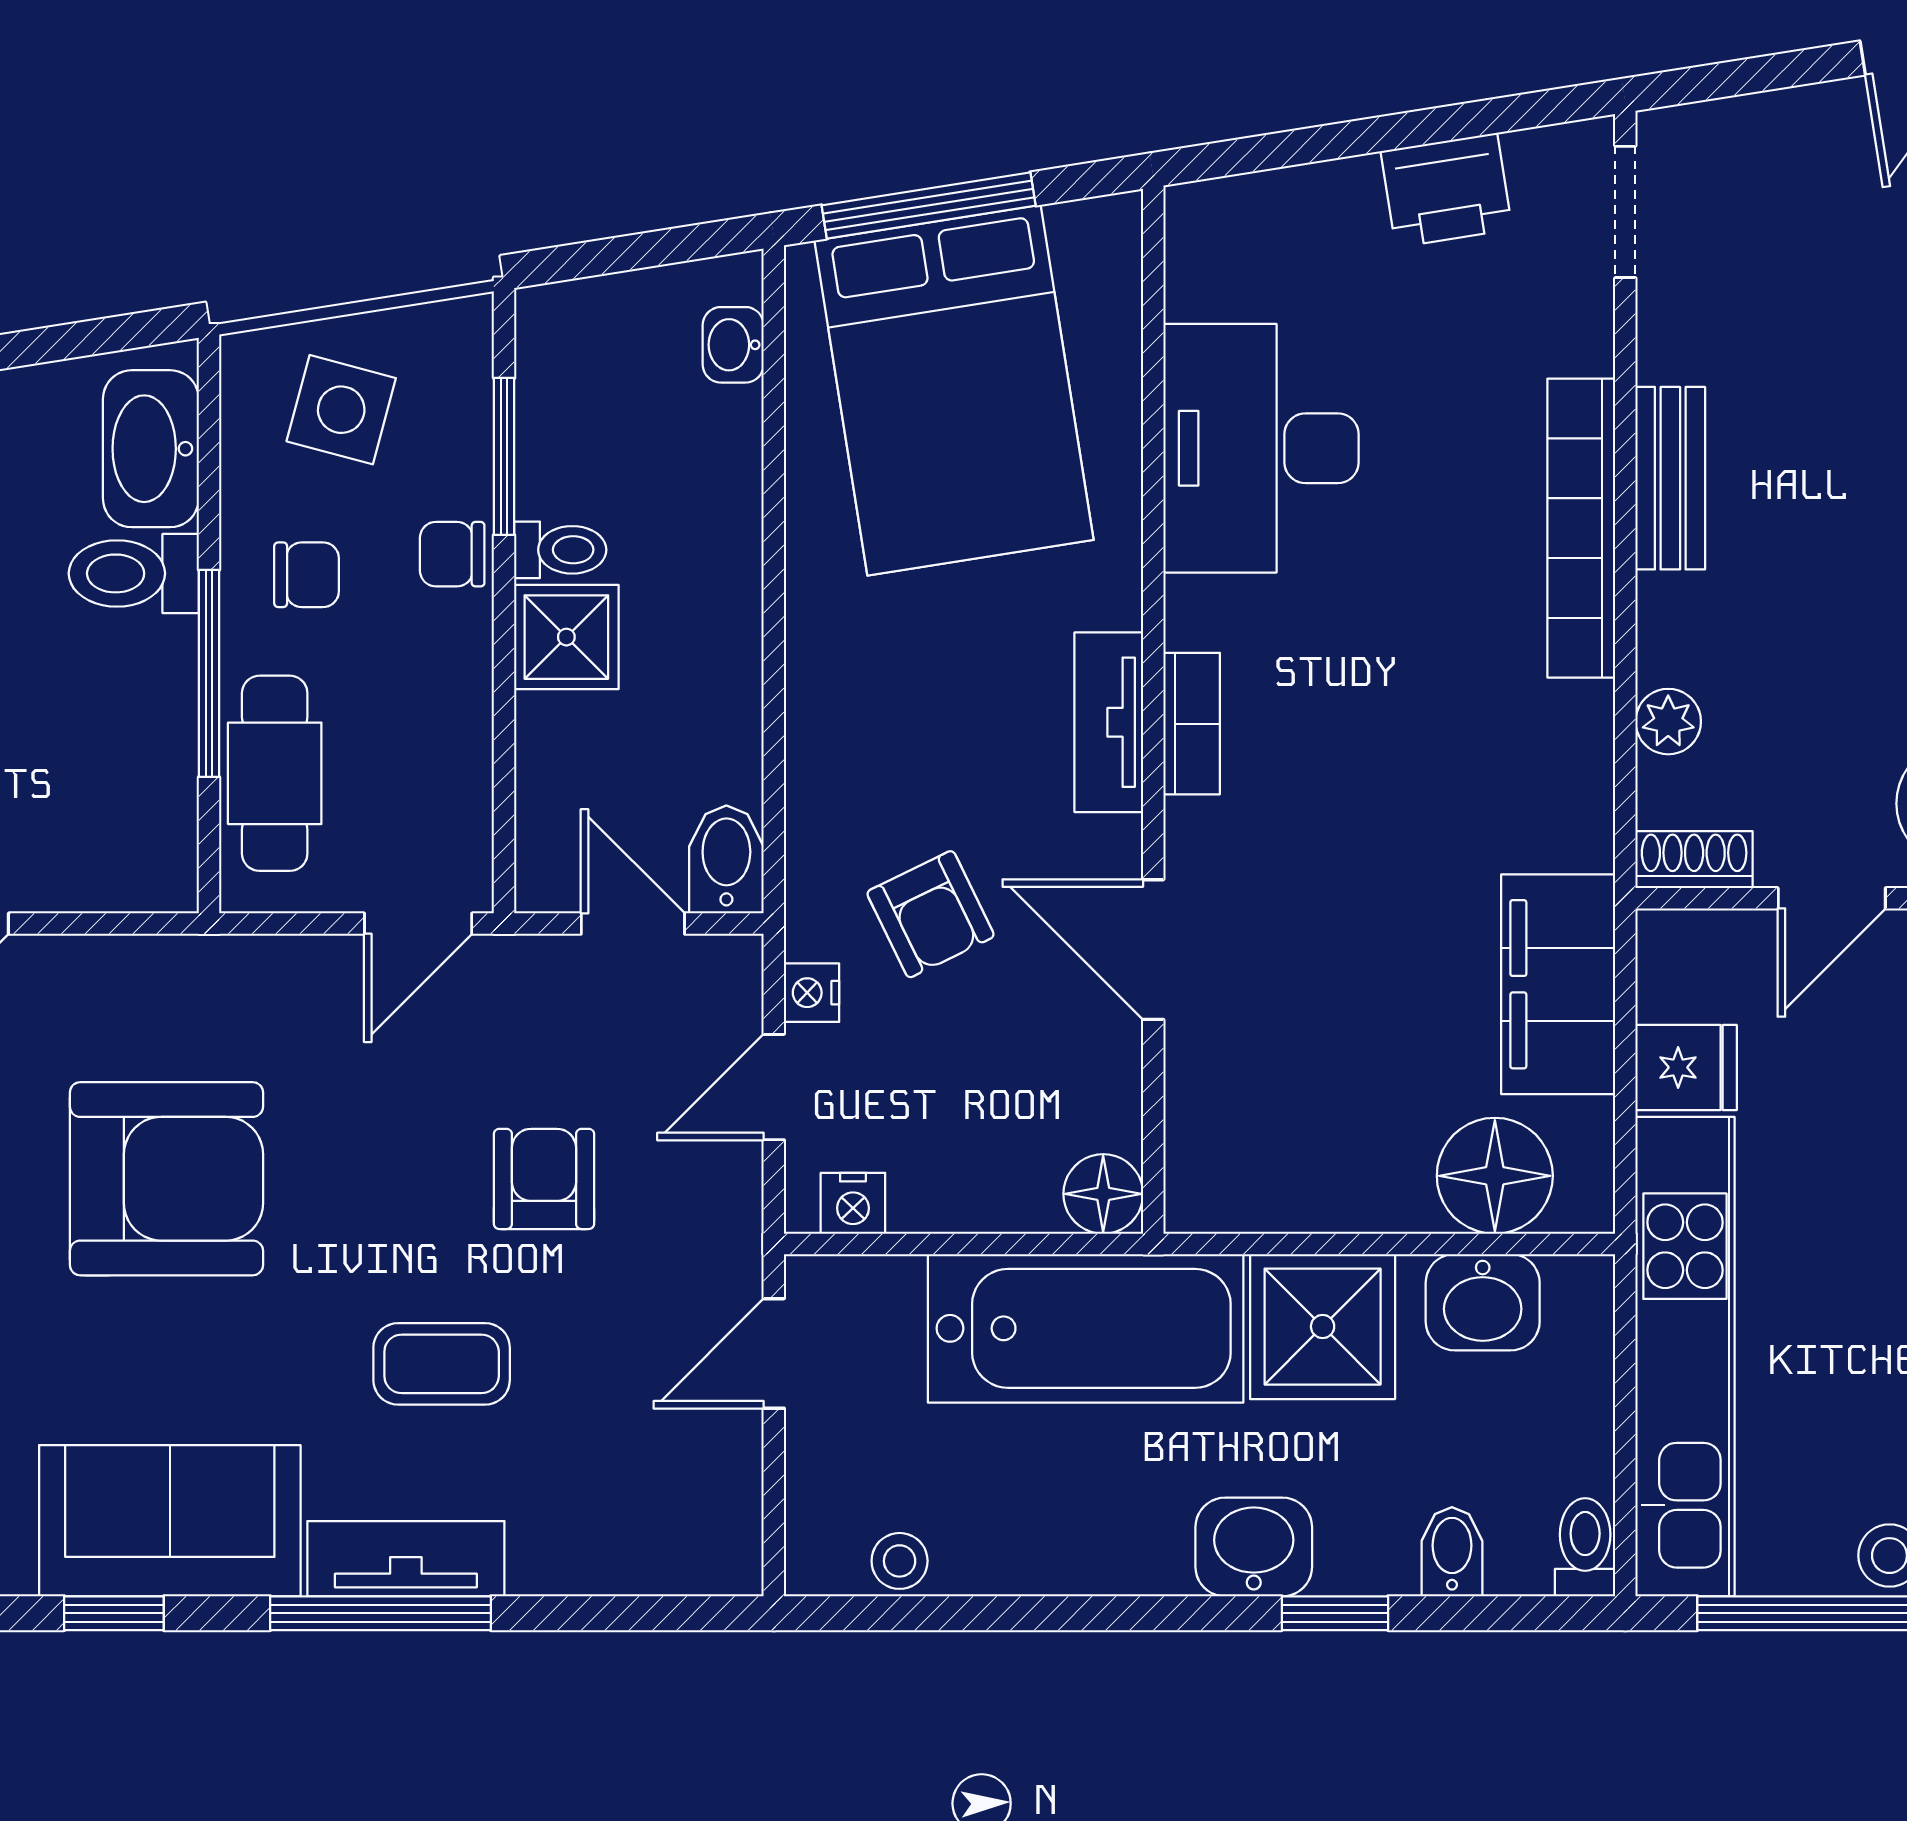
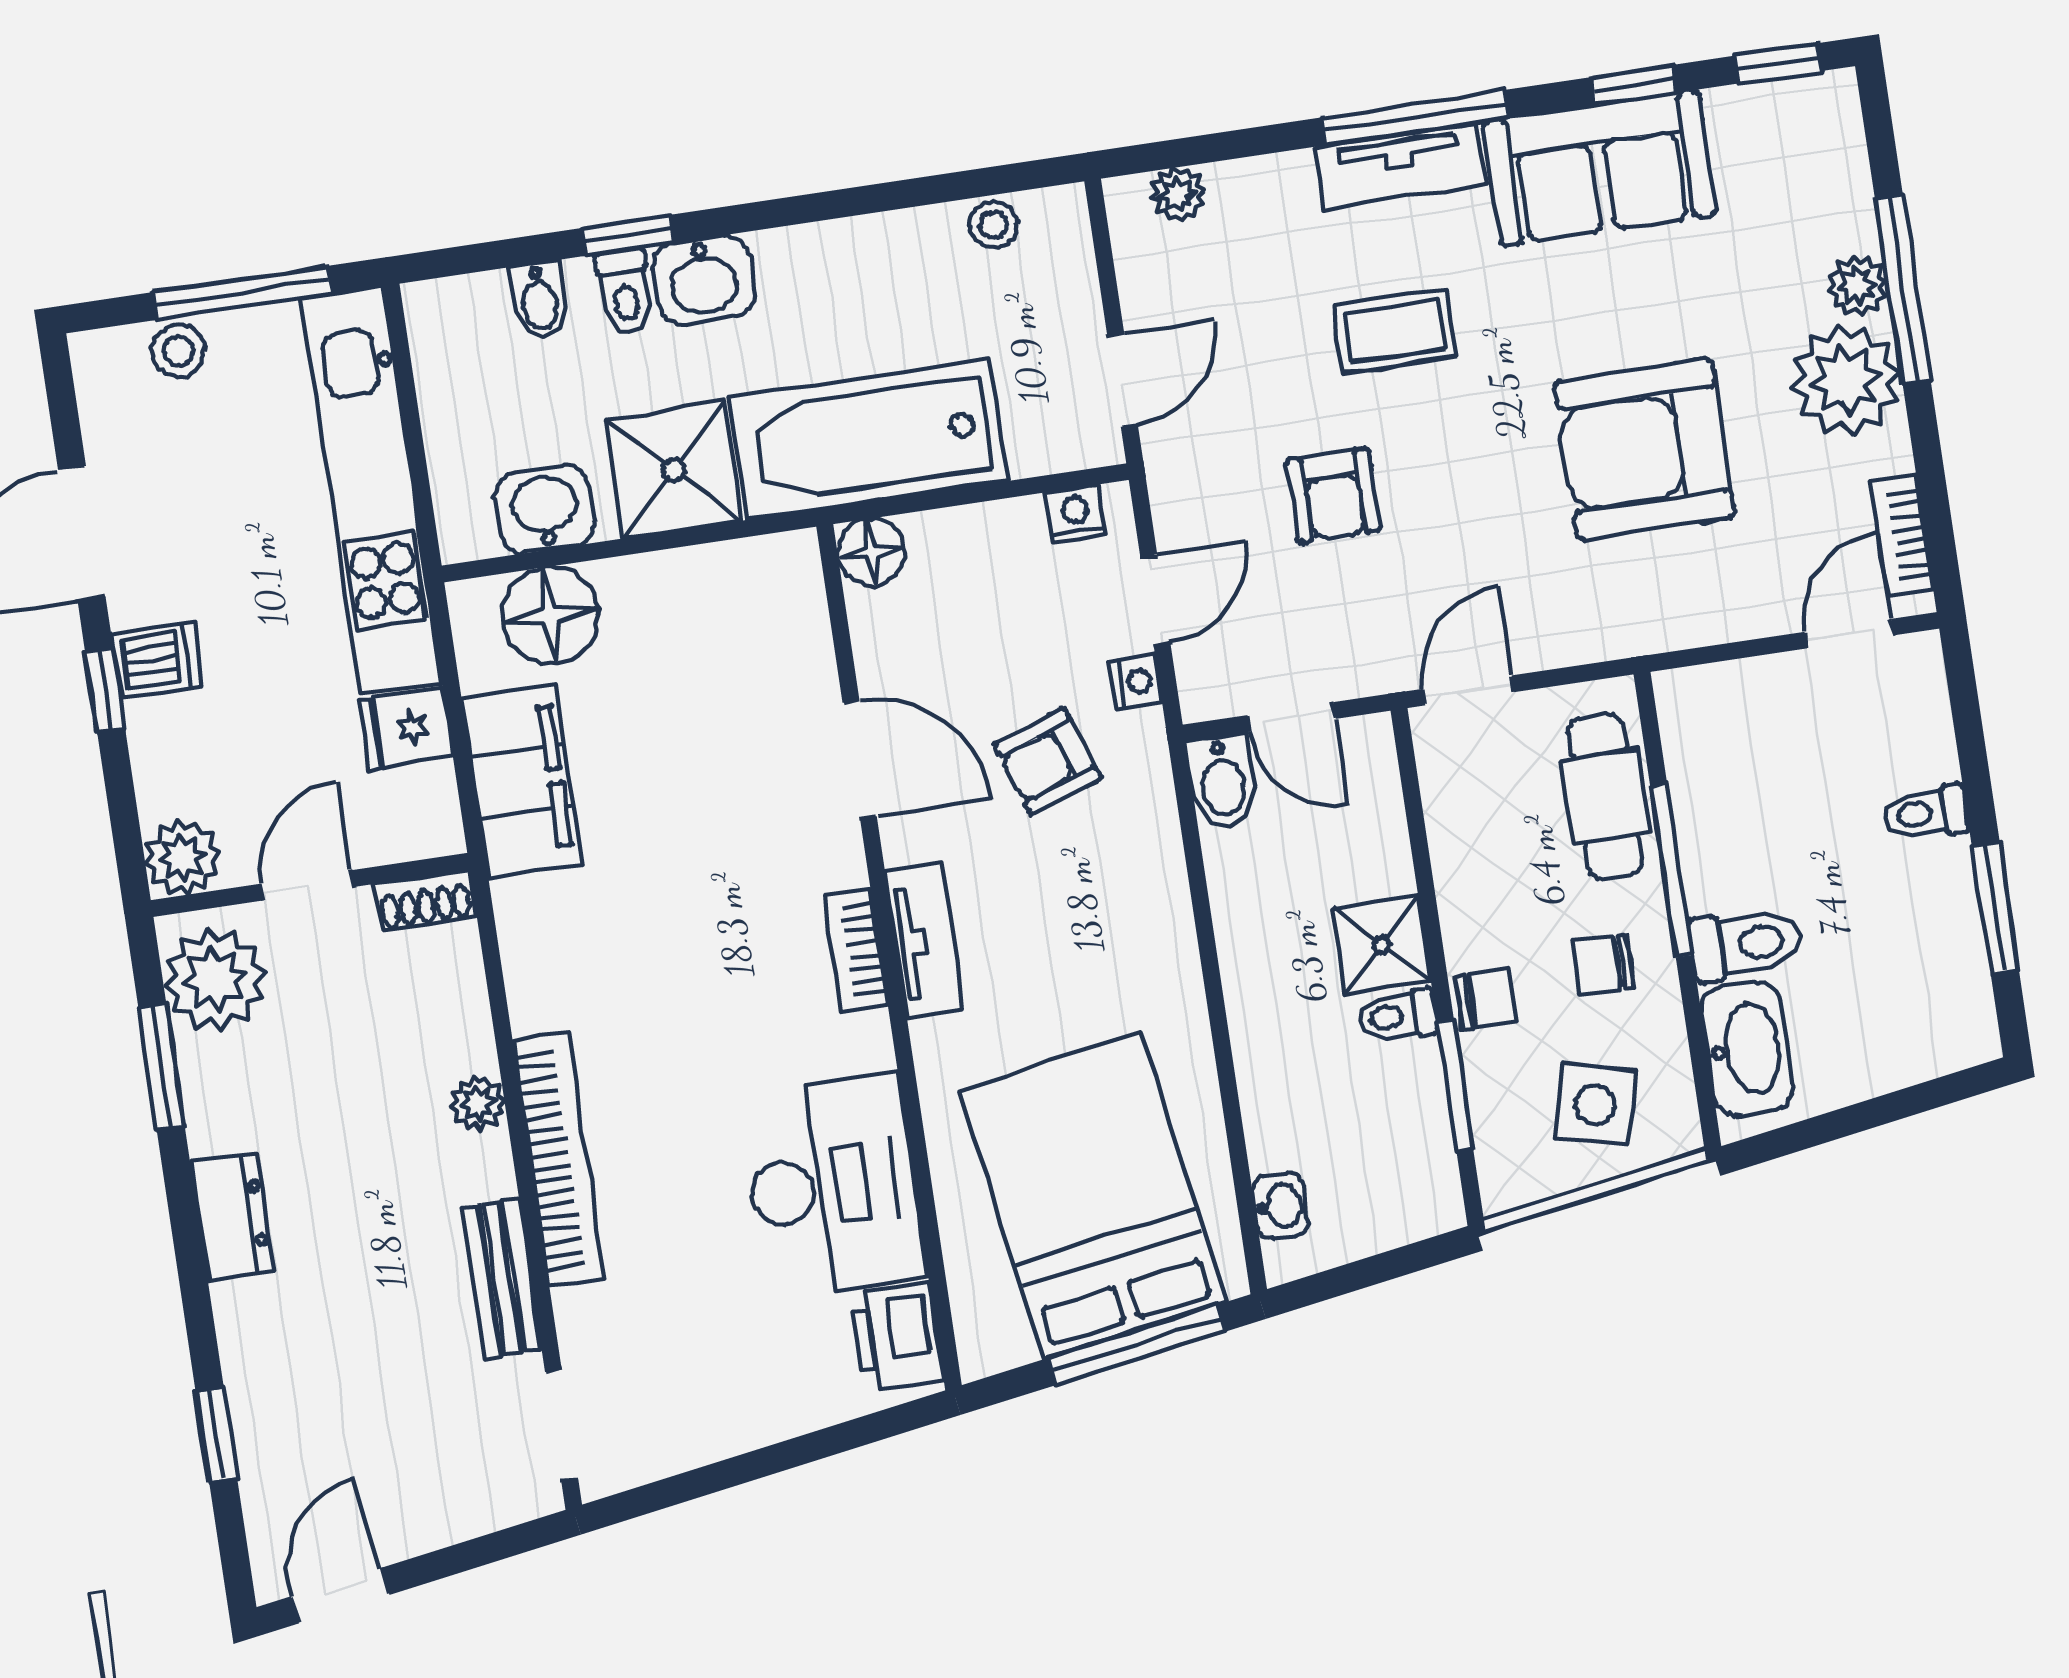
printer: (1446, 190) -> (896, 1337), moved, turned -81
bench: (1670, 478) -> (502, 1279), moved
plant: (1668, 722) -> (477, 1104), moved
armchair: (930, 914) -> (1048, 761), turned -83
toilet: (1585, 1547) -> (625, 291), moved
plant: (675, 1564) -> (1178, 194), added

